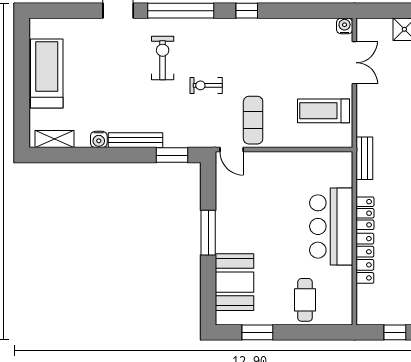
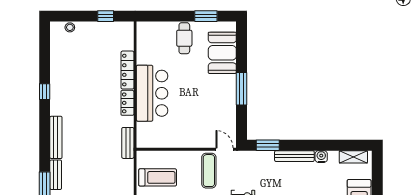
cafe table: (305, 300) -> (184, 38), moved

